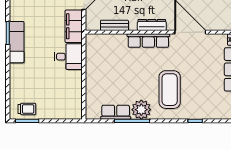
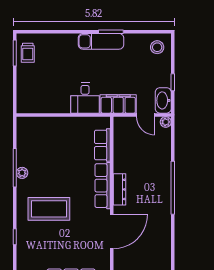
bench: (114, 25) -> (119, 149), removed
plant: (141, 110) -> (22, 173), width x0.53, depth x0.53
row of seats: (116, 112) -> (102, 145), moved, turned 180

